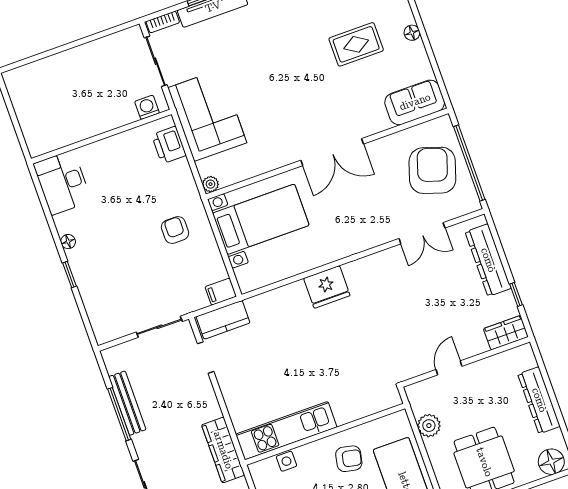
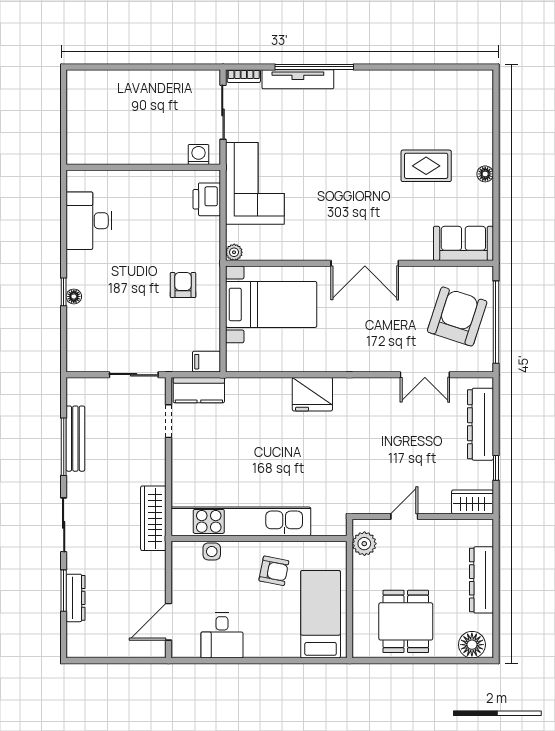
desk: (62, 182) -> (89, 221), moved
floor lamp: (68, 242) -> (74, 296), moved
plant: (429, 426) -> (364, 544), moved
kitchen unit: (286, 431) -> (241, 521), width x1.36

